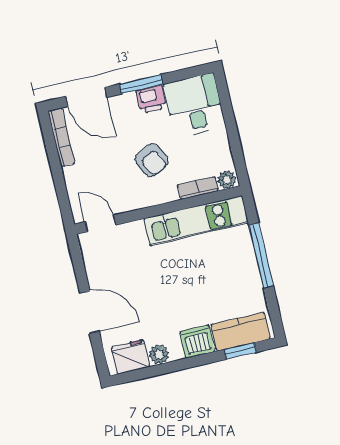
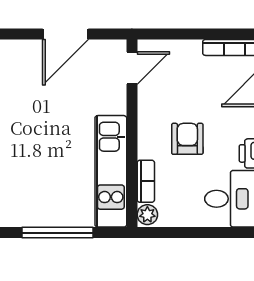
armchair: (152, 160) -> (187, 139), turned 117
door: (89, 312) -> (66, 34), moved

